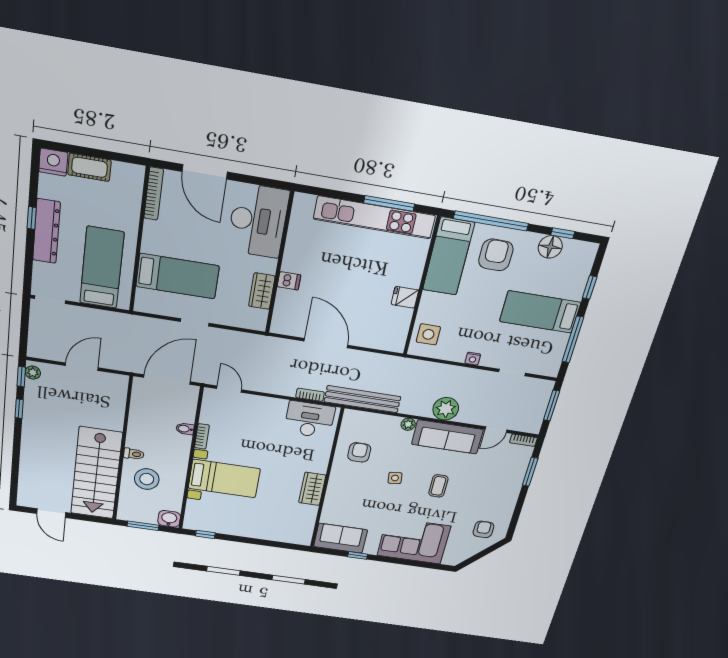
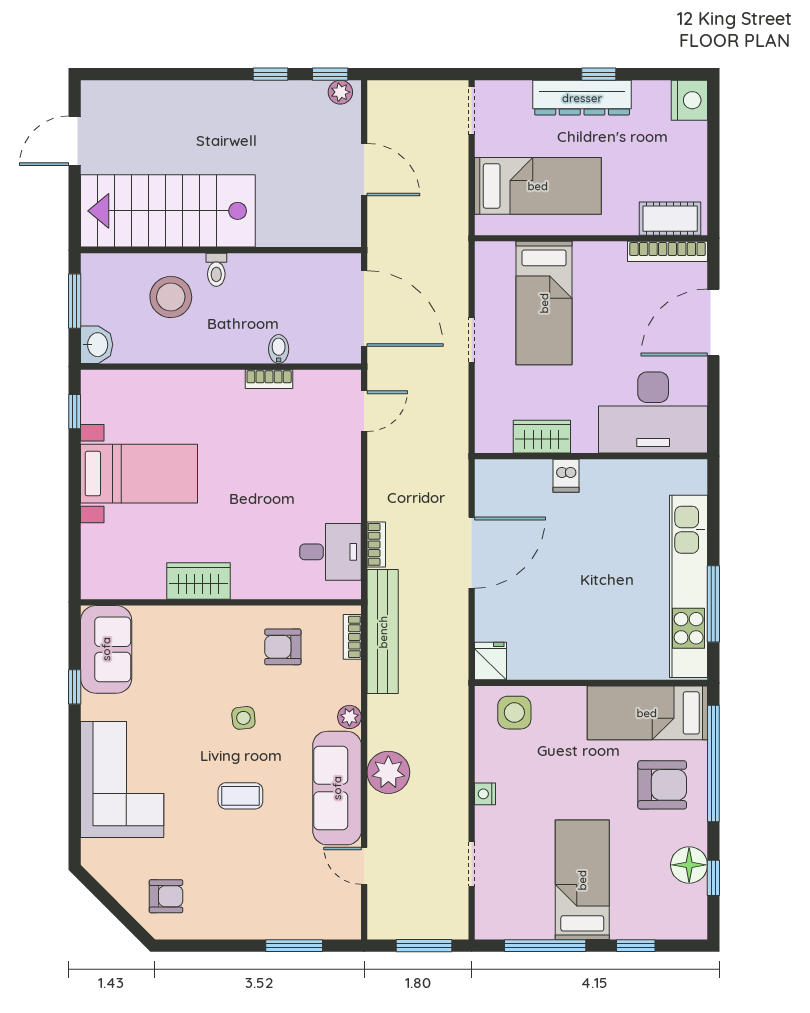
cot: (89, 167) -> (670, 219), moved, turned 90
fridge: (405, 297) -> (490, 661), moved
desk: (309, 420) -> (331, 552), width x0.73
bookcase: (523, 440) -> (352, 637), moved
armchair: (359, 452) -> (283, 647), turned 180
bed with nightstands: (224, 479) -> (139, 474), moved, turned -90

